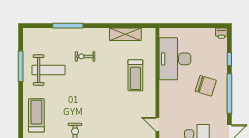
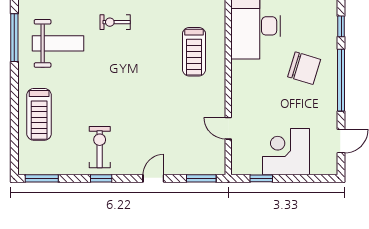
treadmill: (36, 115) -> (39, 114), turned 180

